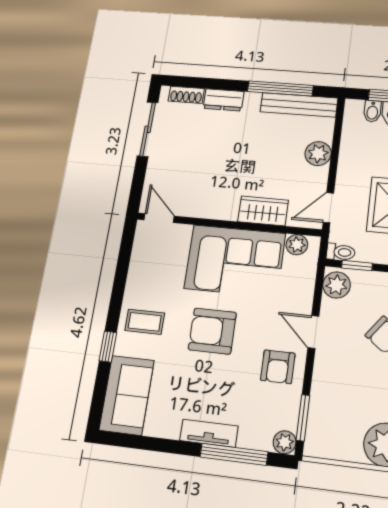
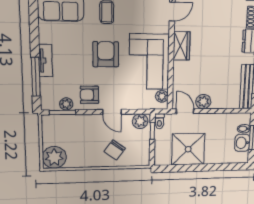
plant: (318, 154) -> (203, 102), moved
wardrobe: (263, 211) -> (182, 46), moved
door: (313, 332) -> (112, 112), swing flipped
plant: (285, 442) -> (66, 104), moved

